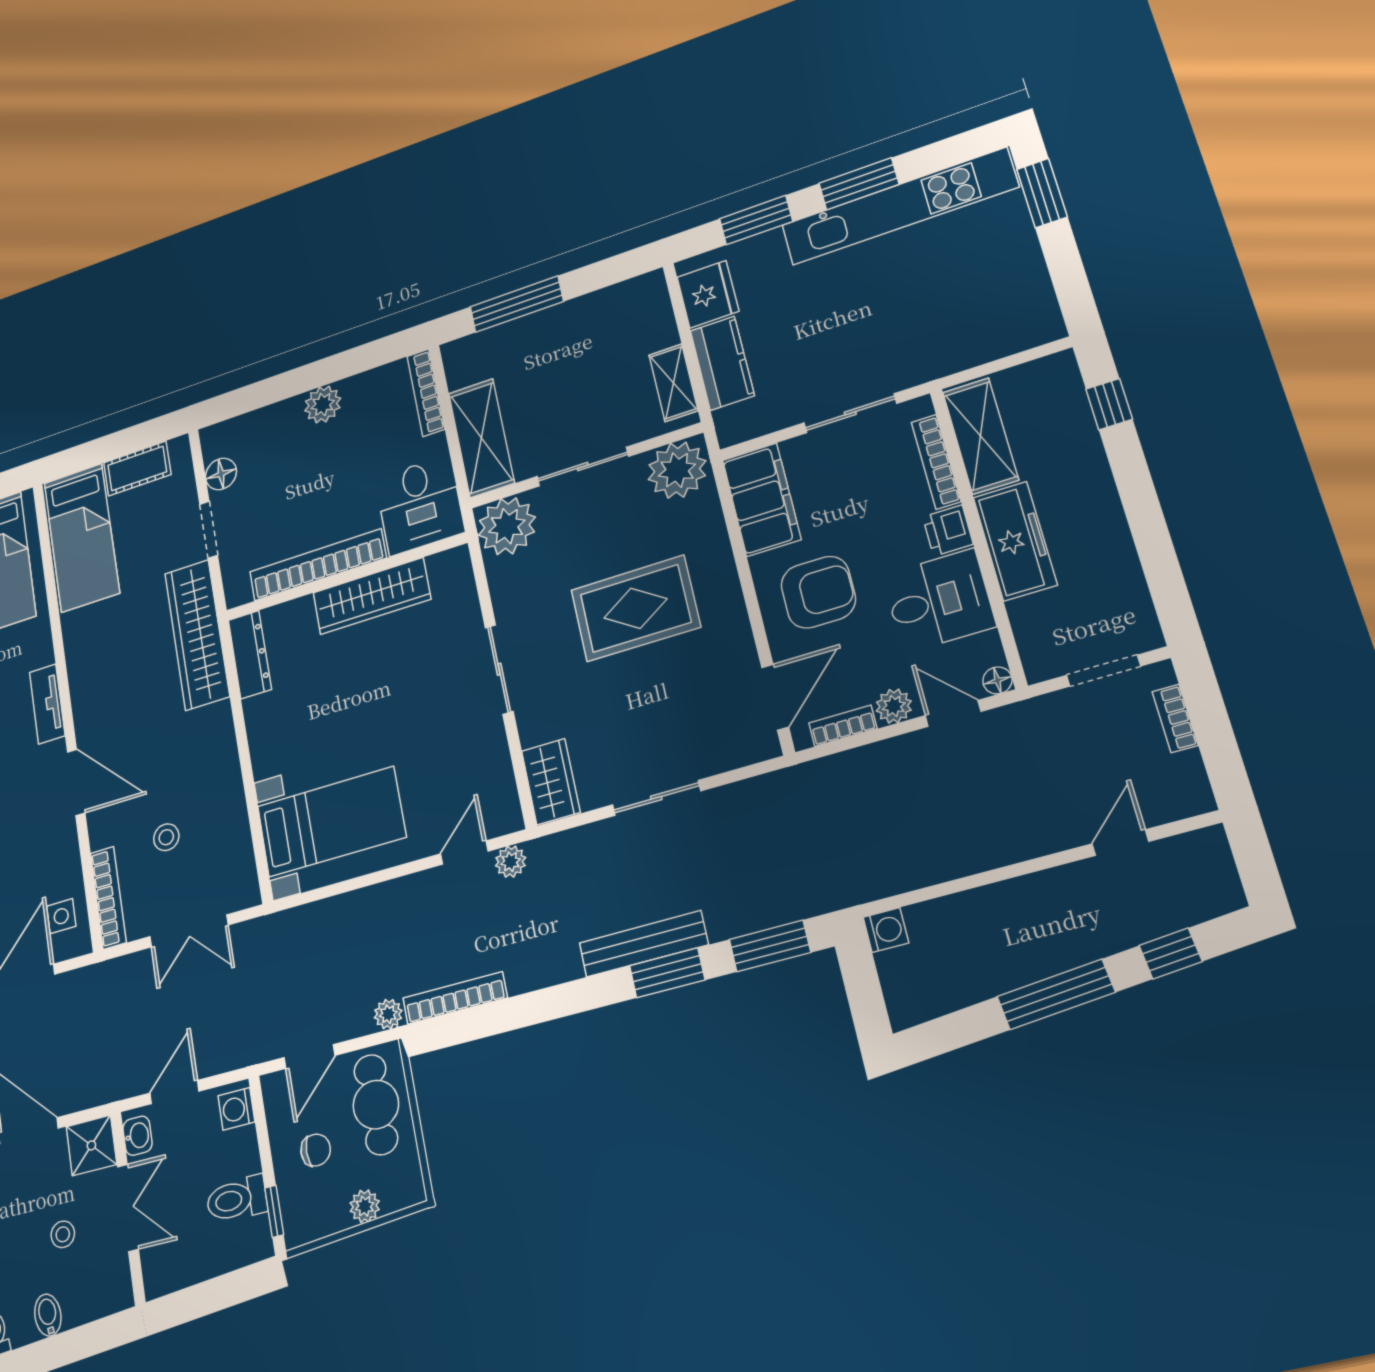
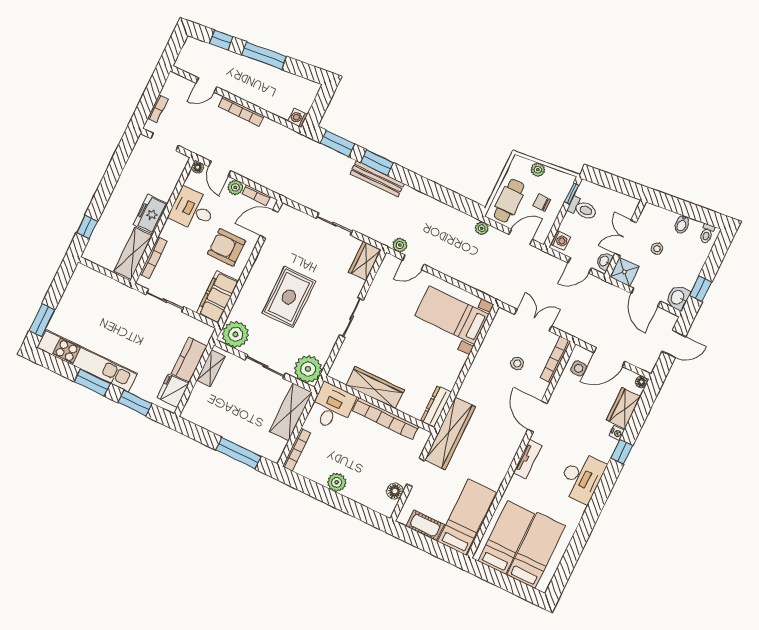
printer: (948, 531) -> (170, 231), removed
freezer: (1015, 541) -> (150, 214), width x0.71
rug: (635, 608) -> (289, 297), turned 90
bookcase: (455, 998) -> (241, 111), moved

